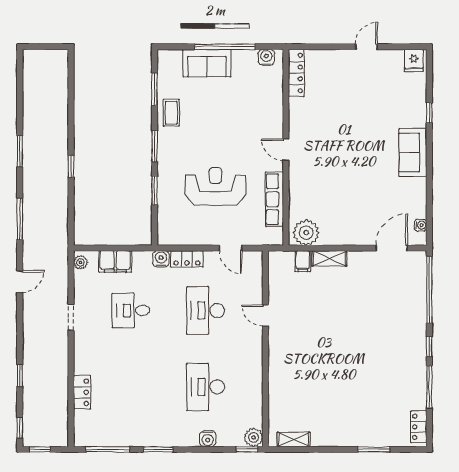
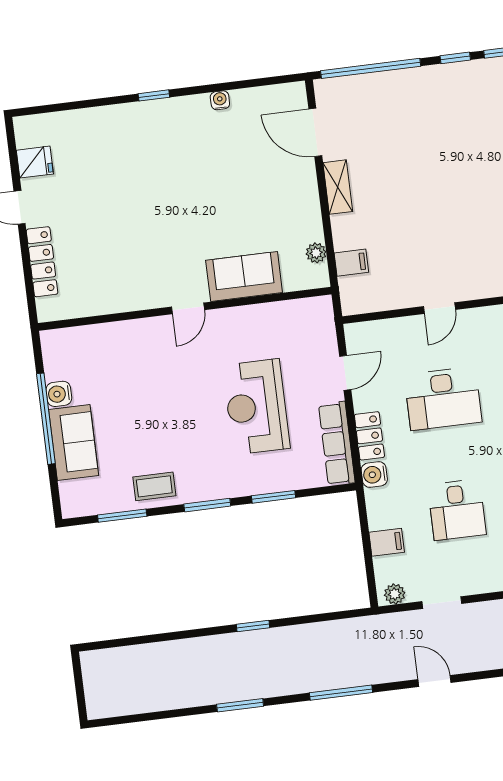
water cooler: (266, 57) -> (59, 394), moved
fridge: (414, 60) -> (35, 162), moved
locker: (296, 73) -> (42, 262), moved, turned 90
window: (429, 113) -> (154, 95), moved
sofa: (413, 153) -> (244, 276), moved, turned 180
row of seats: (275, 199) -> (337, 444), moved, turned 90
water cooler: (421, 225) -> (220, 100), moved
plant: (306, 233) -> (316, 253), width x0.53, depth x0.53
shelving: (329, 258) -> (338, 187), moved
filing cabinet: (115, 261) -> (387, 542), width x0.50
doorway: (71, 317) -> (442, 603), moved

